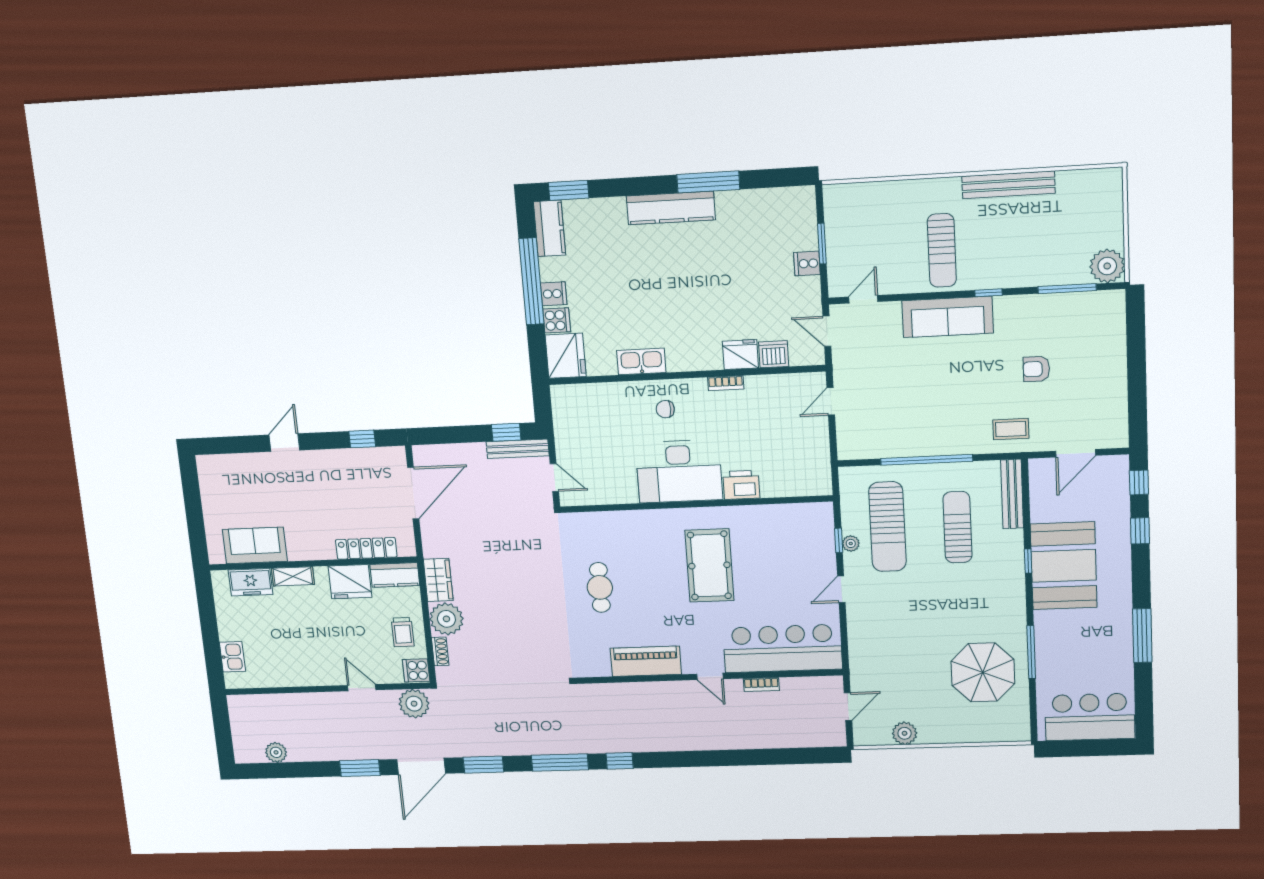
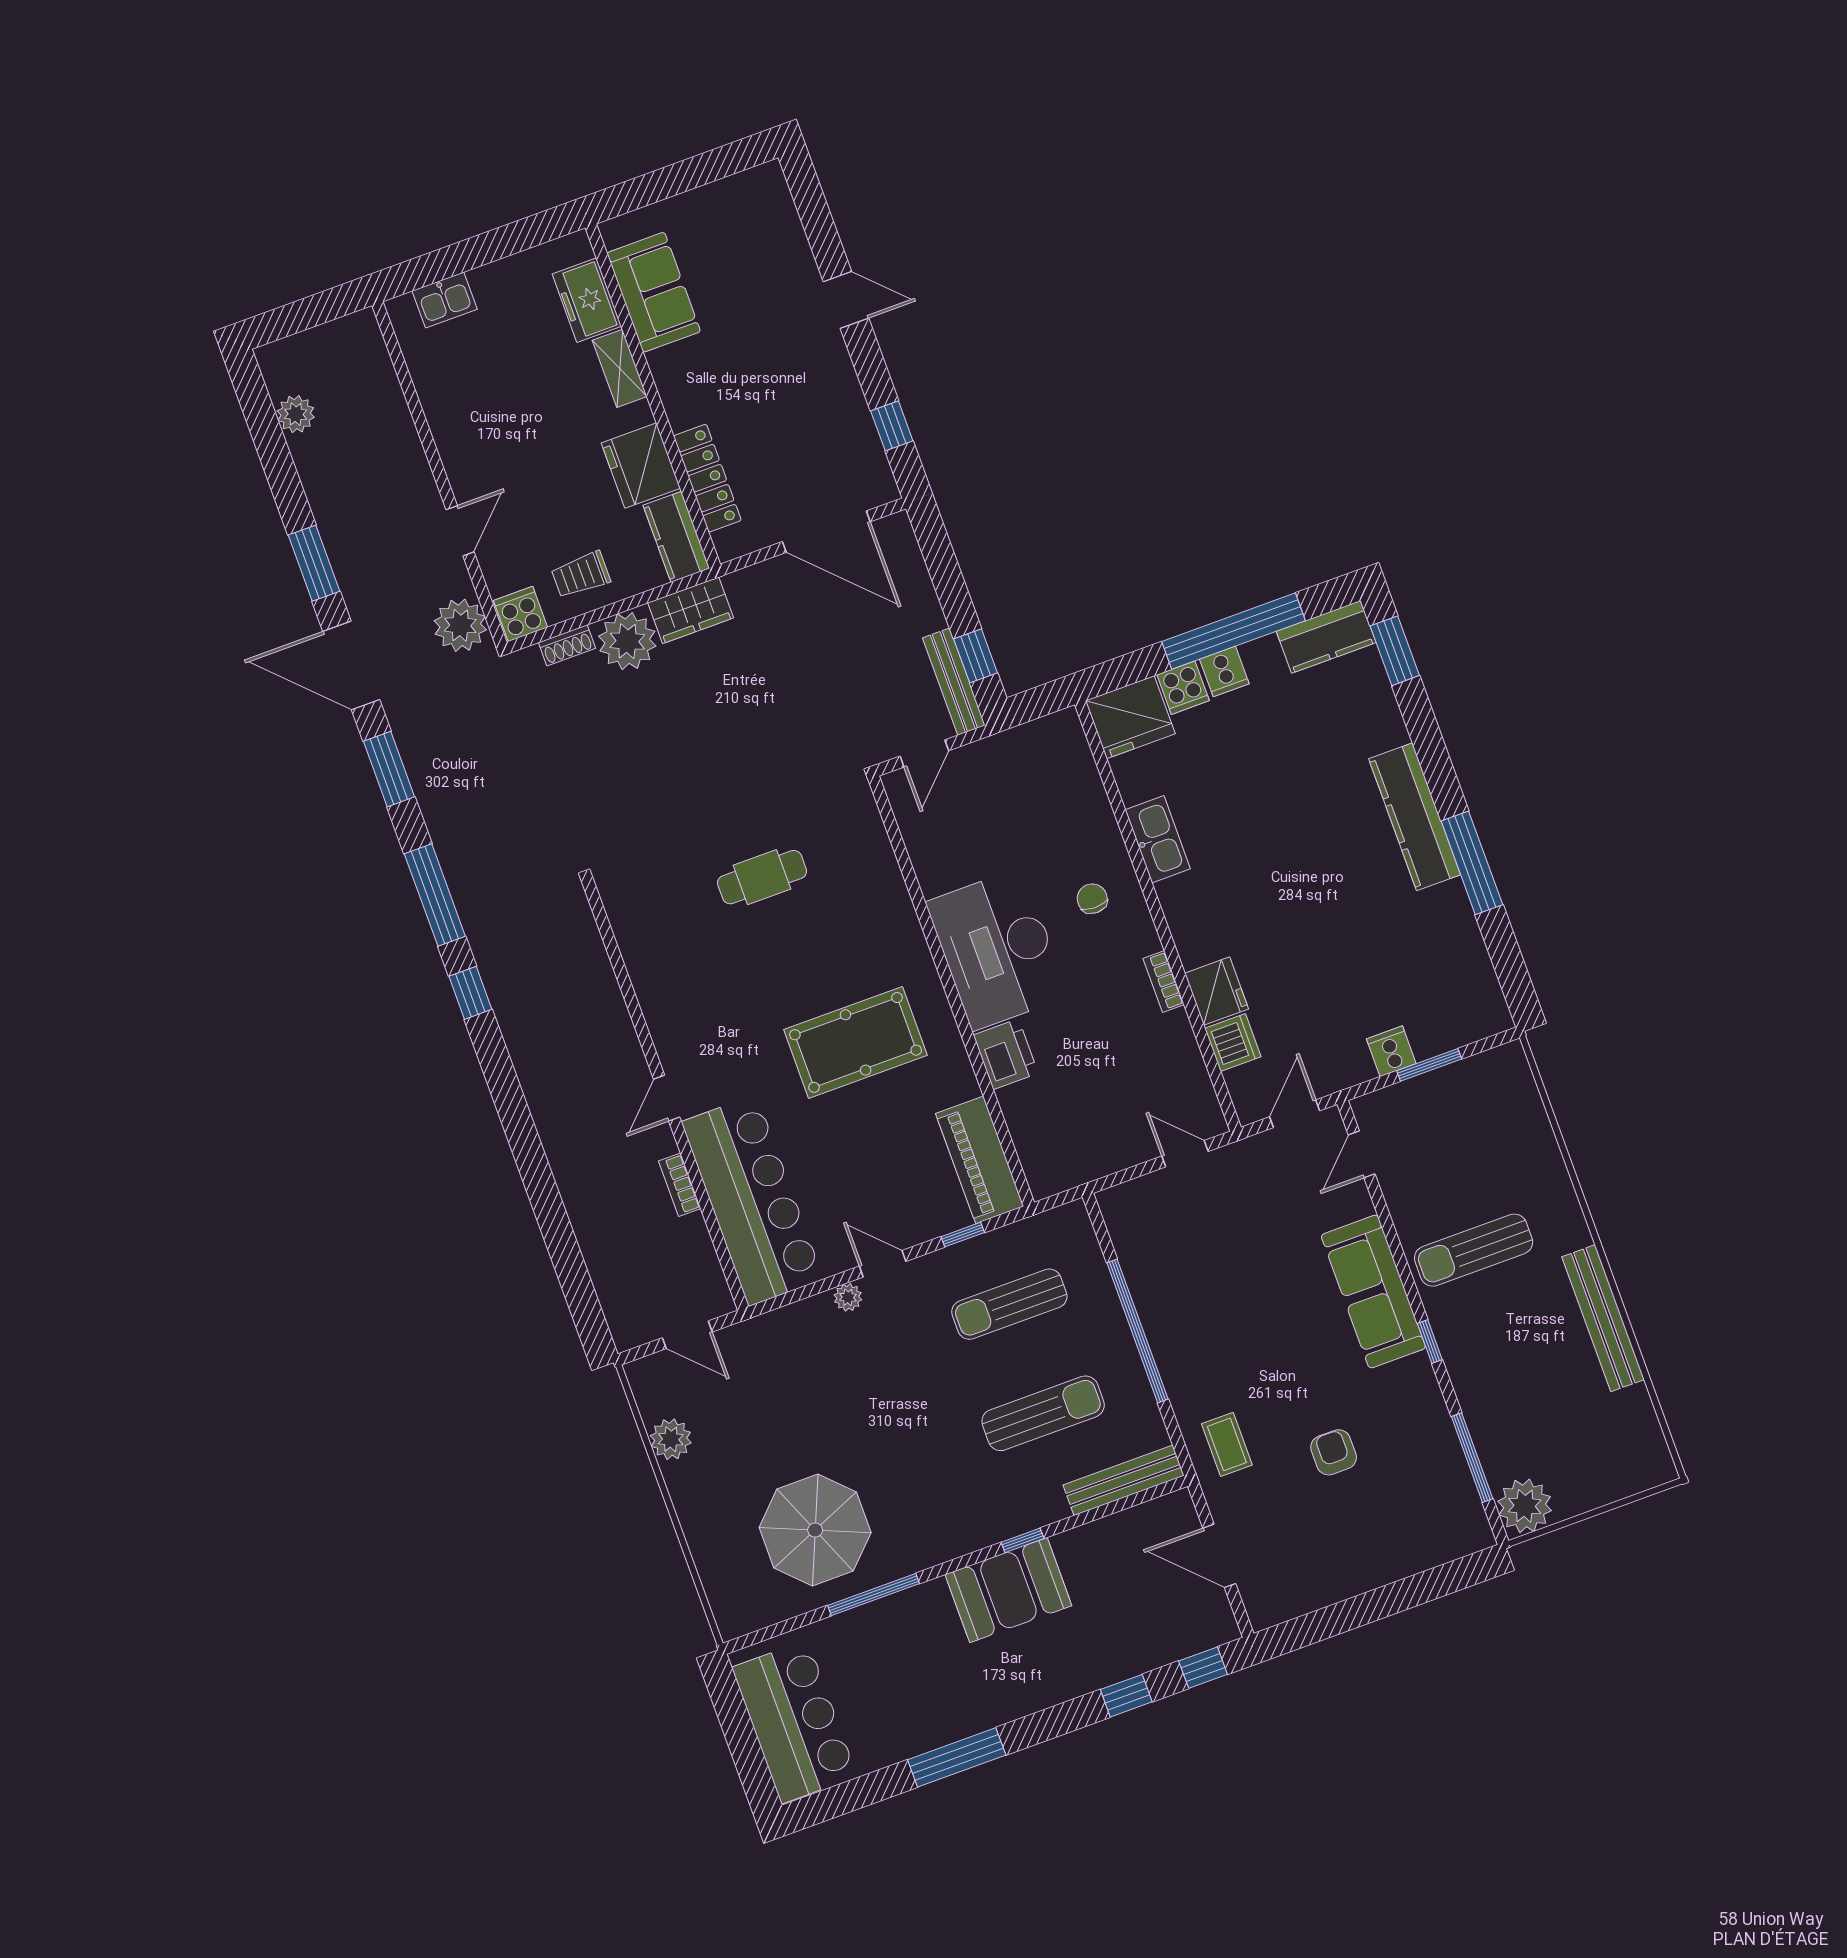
door: (863, 299) -> (1362, 1154), swing flipped
sun lounger: (887, 527) -> (1009, 1304), width x0.73, depth x0.75
plant: (851, 543) -> (848, 1297), moved
booth: (1064, 566) -> (1008, 1590), width x0.73, depth x0.70
piano: (646, 661) -> (980, 1160), moved, turned 180

